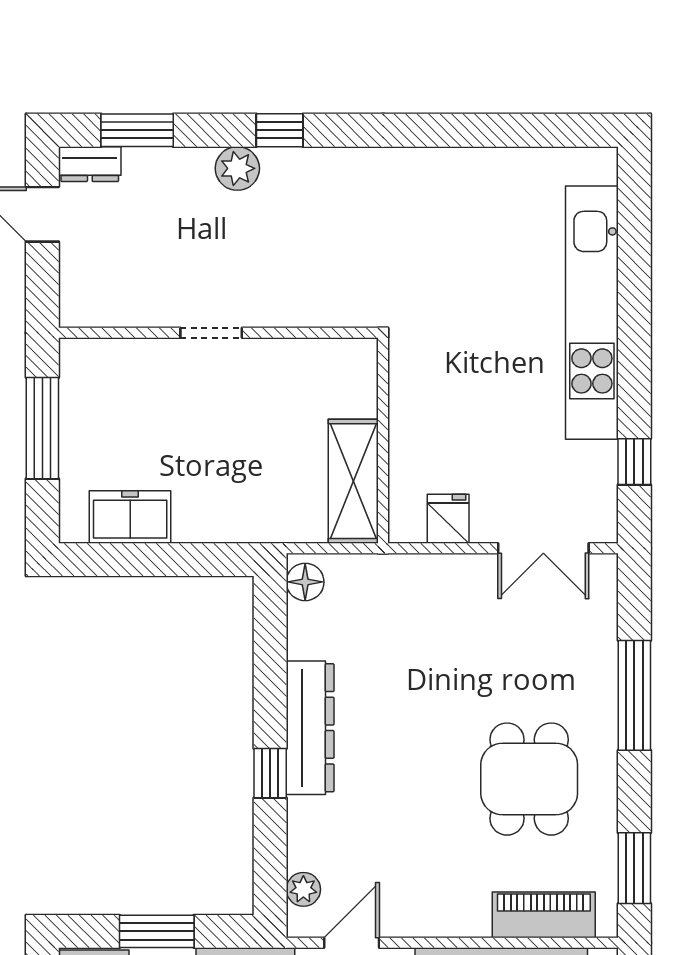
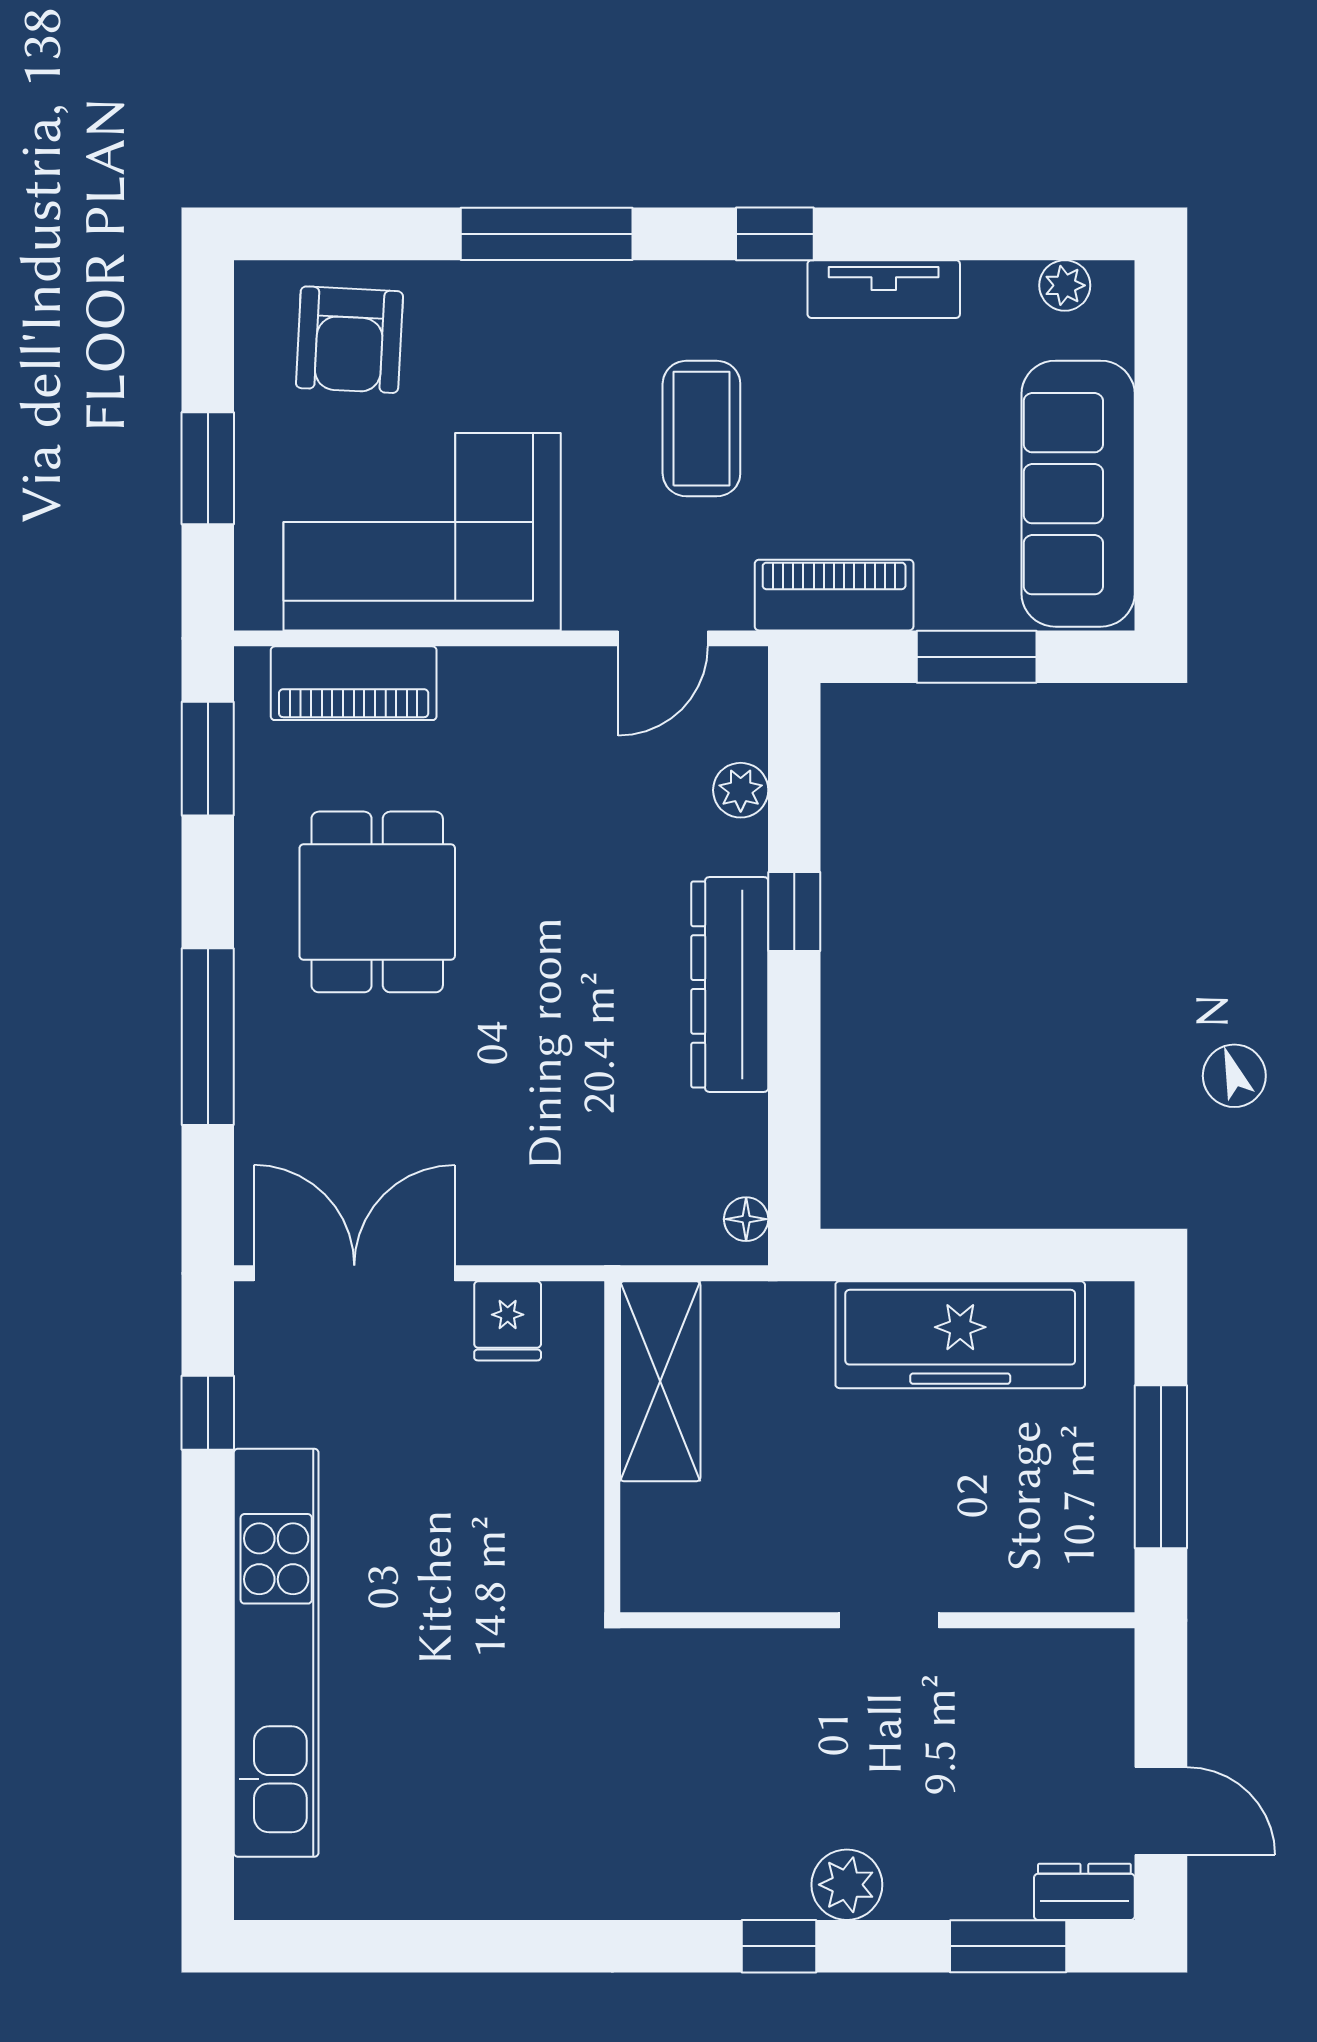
freezer: (130, 517) -> (960, 1335), width x1.91, depth x1.26
double door: (543, 548) -> (354, 1273), width x1.37
floor lamp: (305, 582) -> (746, 1219), width x0.73, depth x0.73
plant: (303, 889) -> (741, 790), moved

